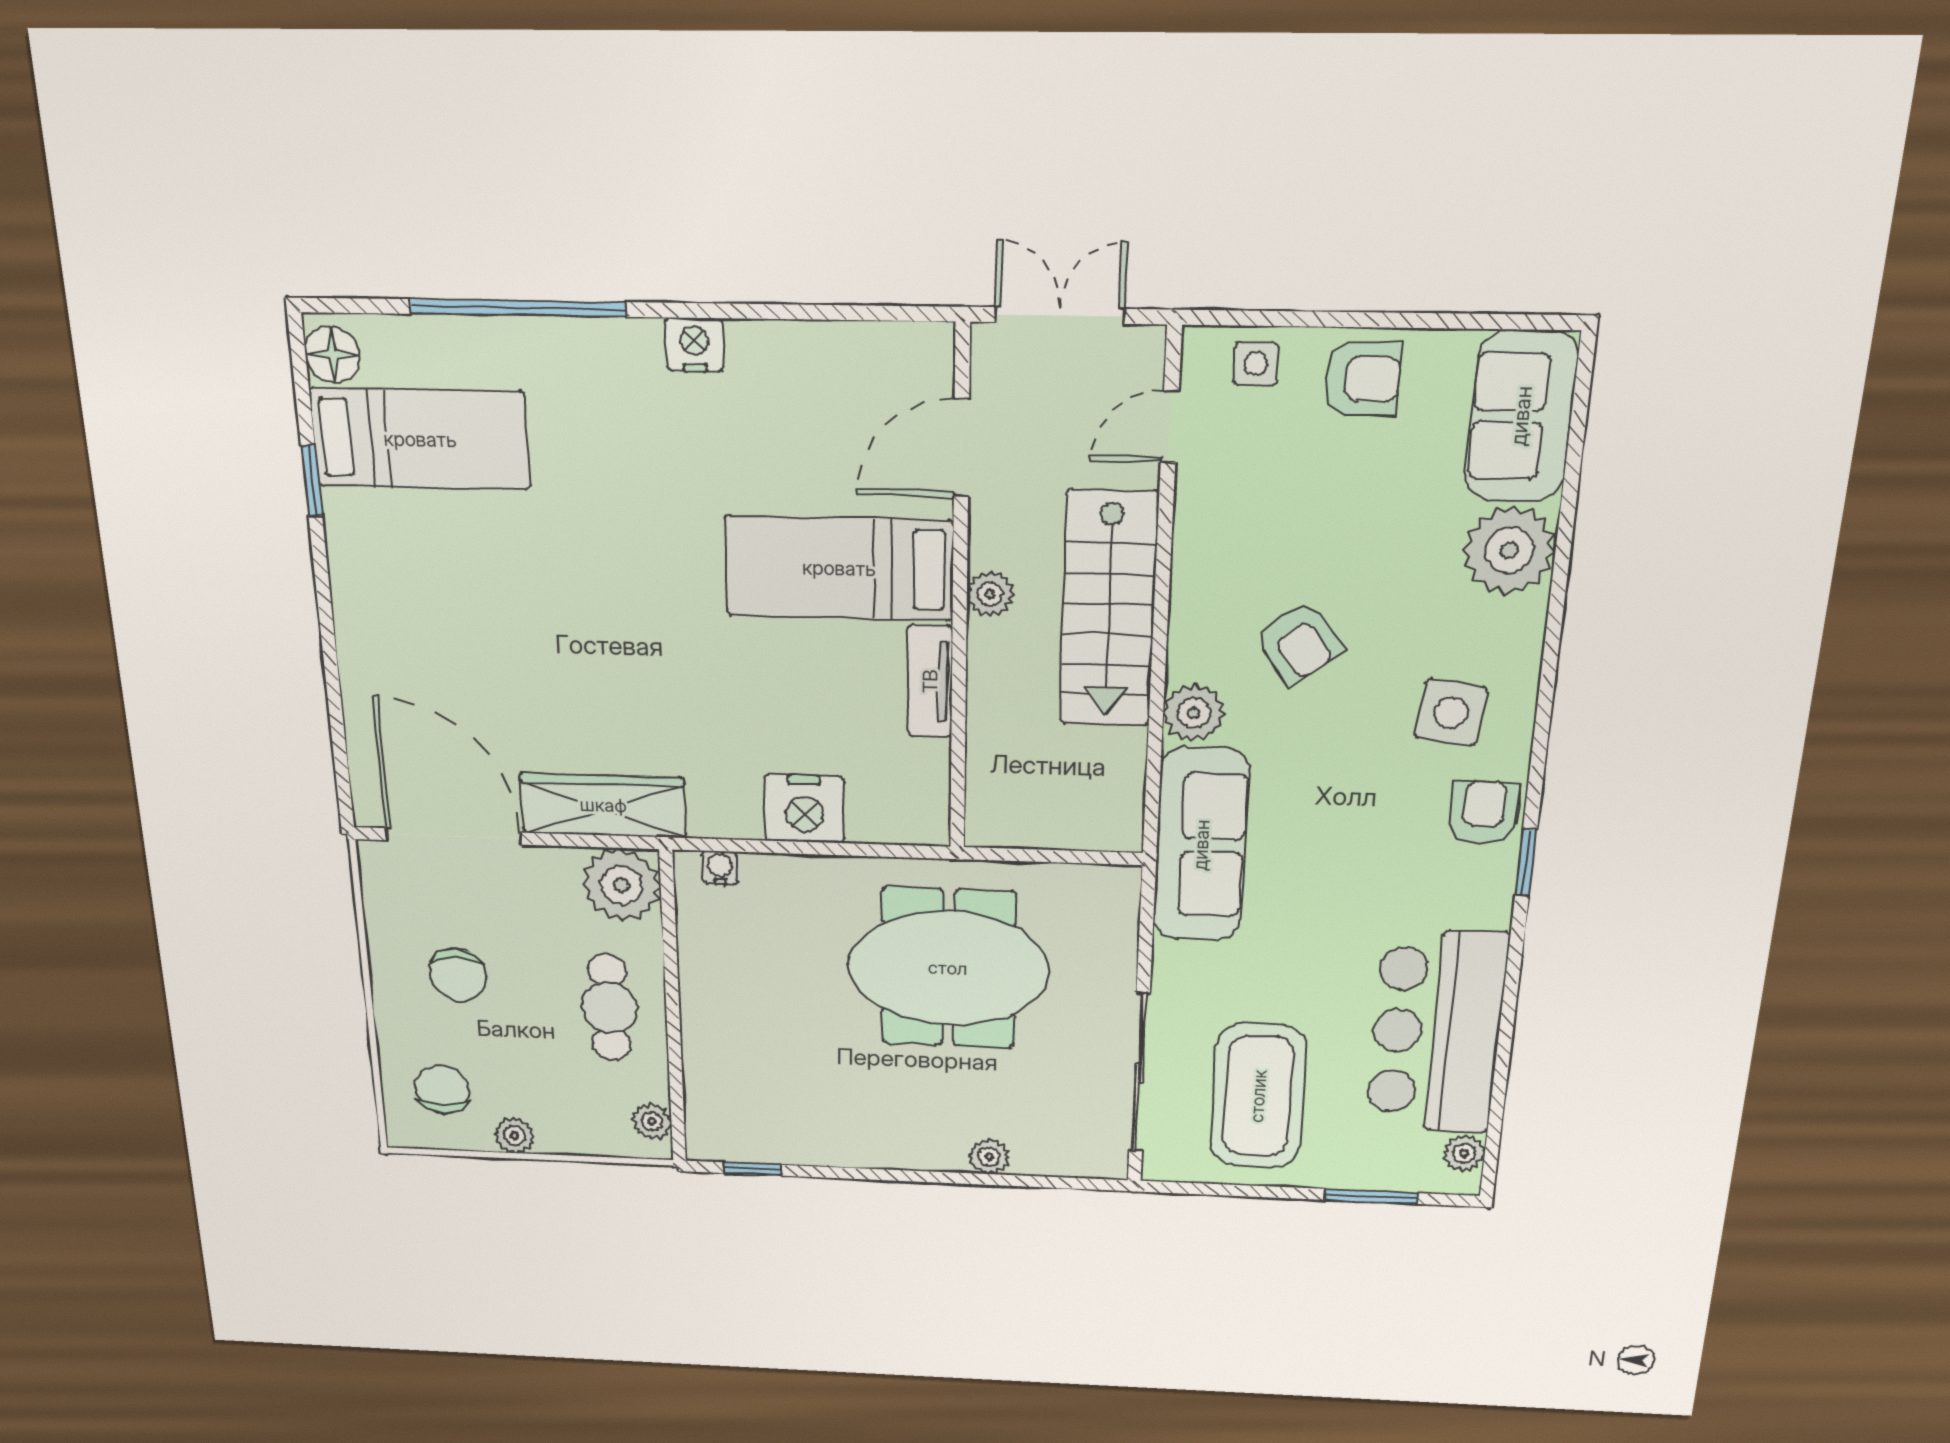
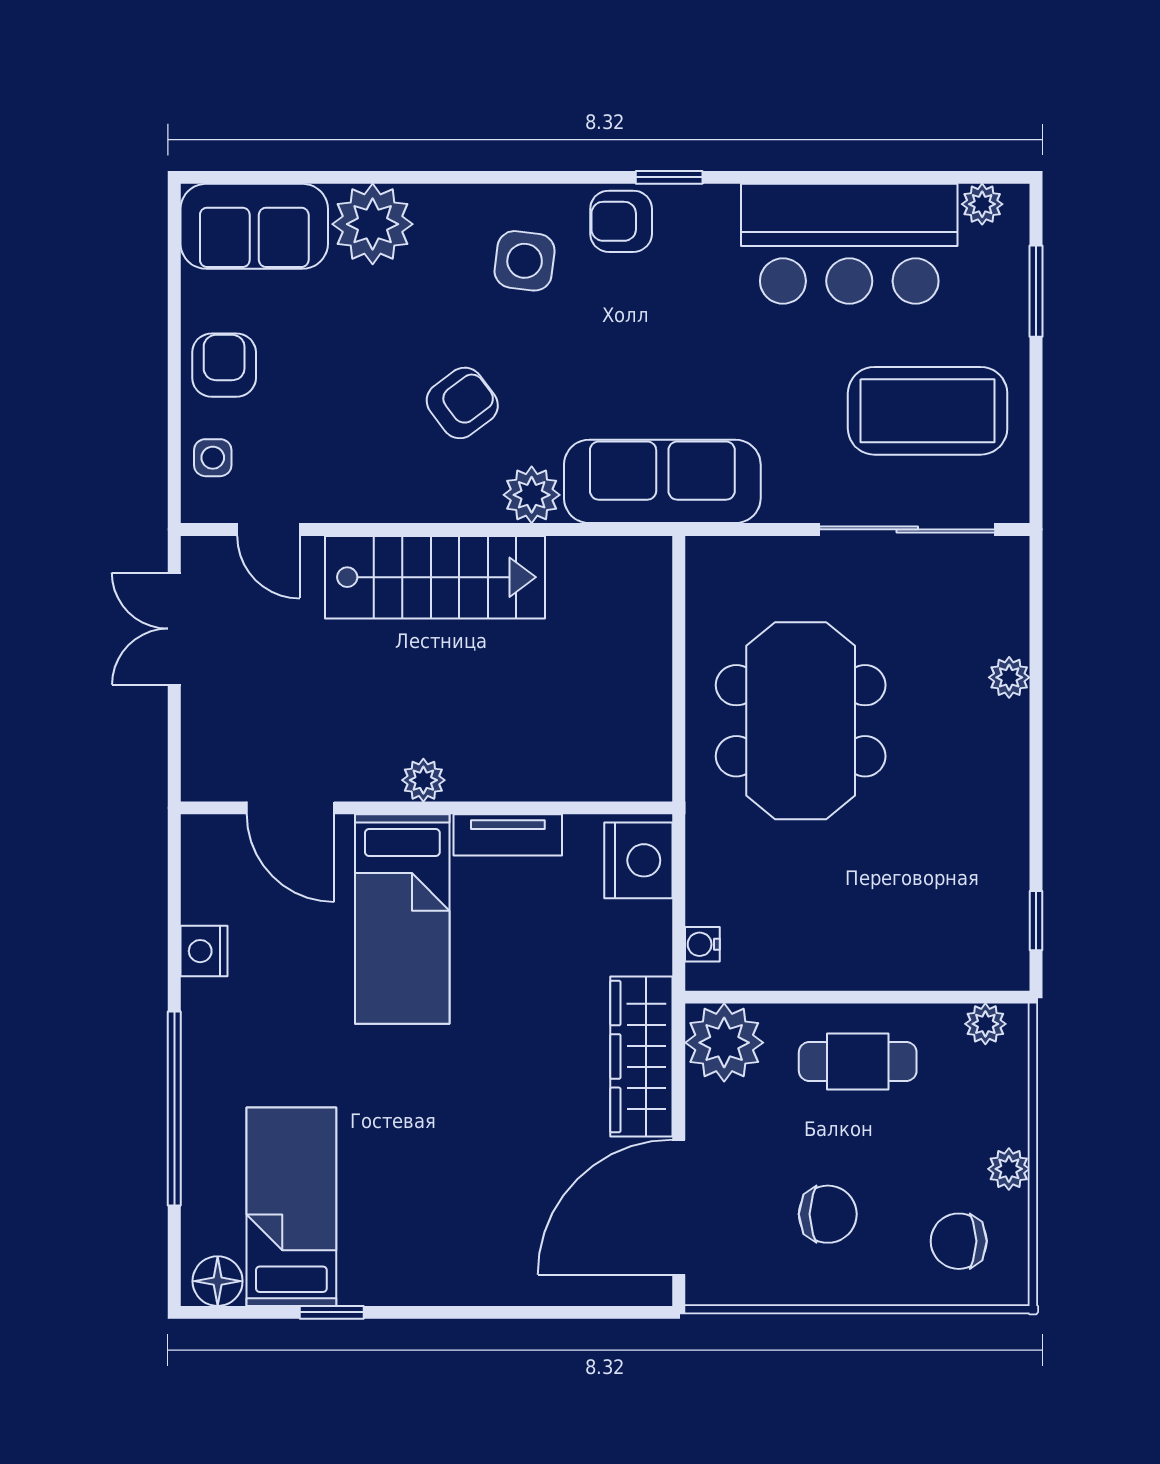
door: (961, 448) -> (290, 808), moved
bed: (839, 568) -> (402, 919), moved
plant: (990, 594) -> (423, 780), moved
wall: (960, 597) -> (427, 808), moved
tv unit: (930, 681) -> (508, 835), moved

